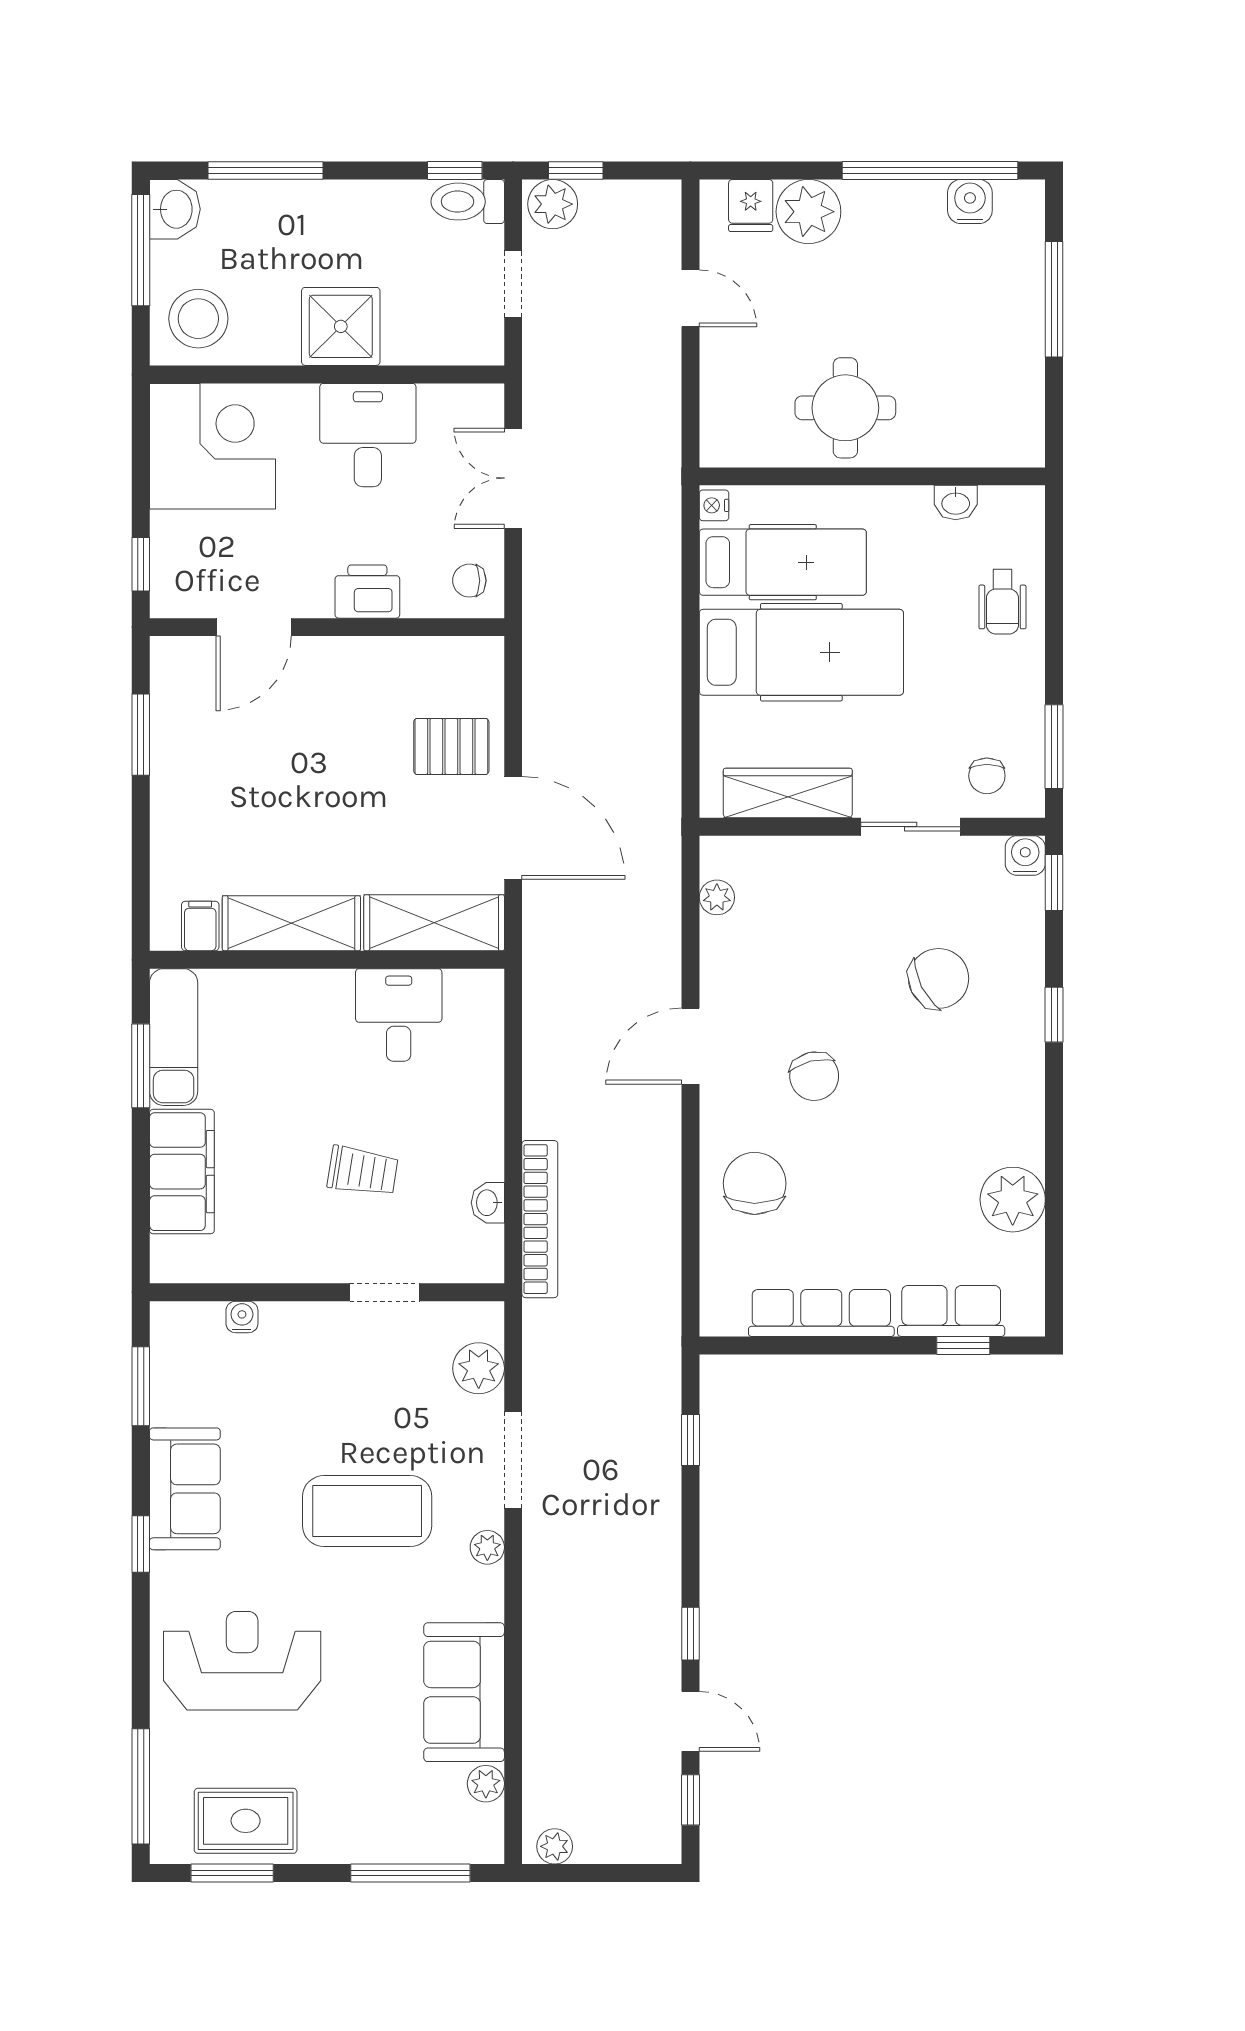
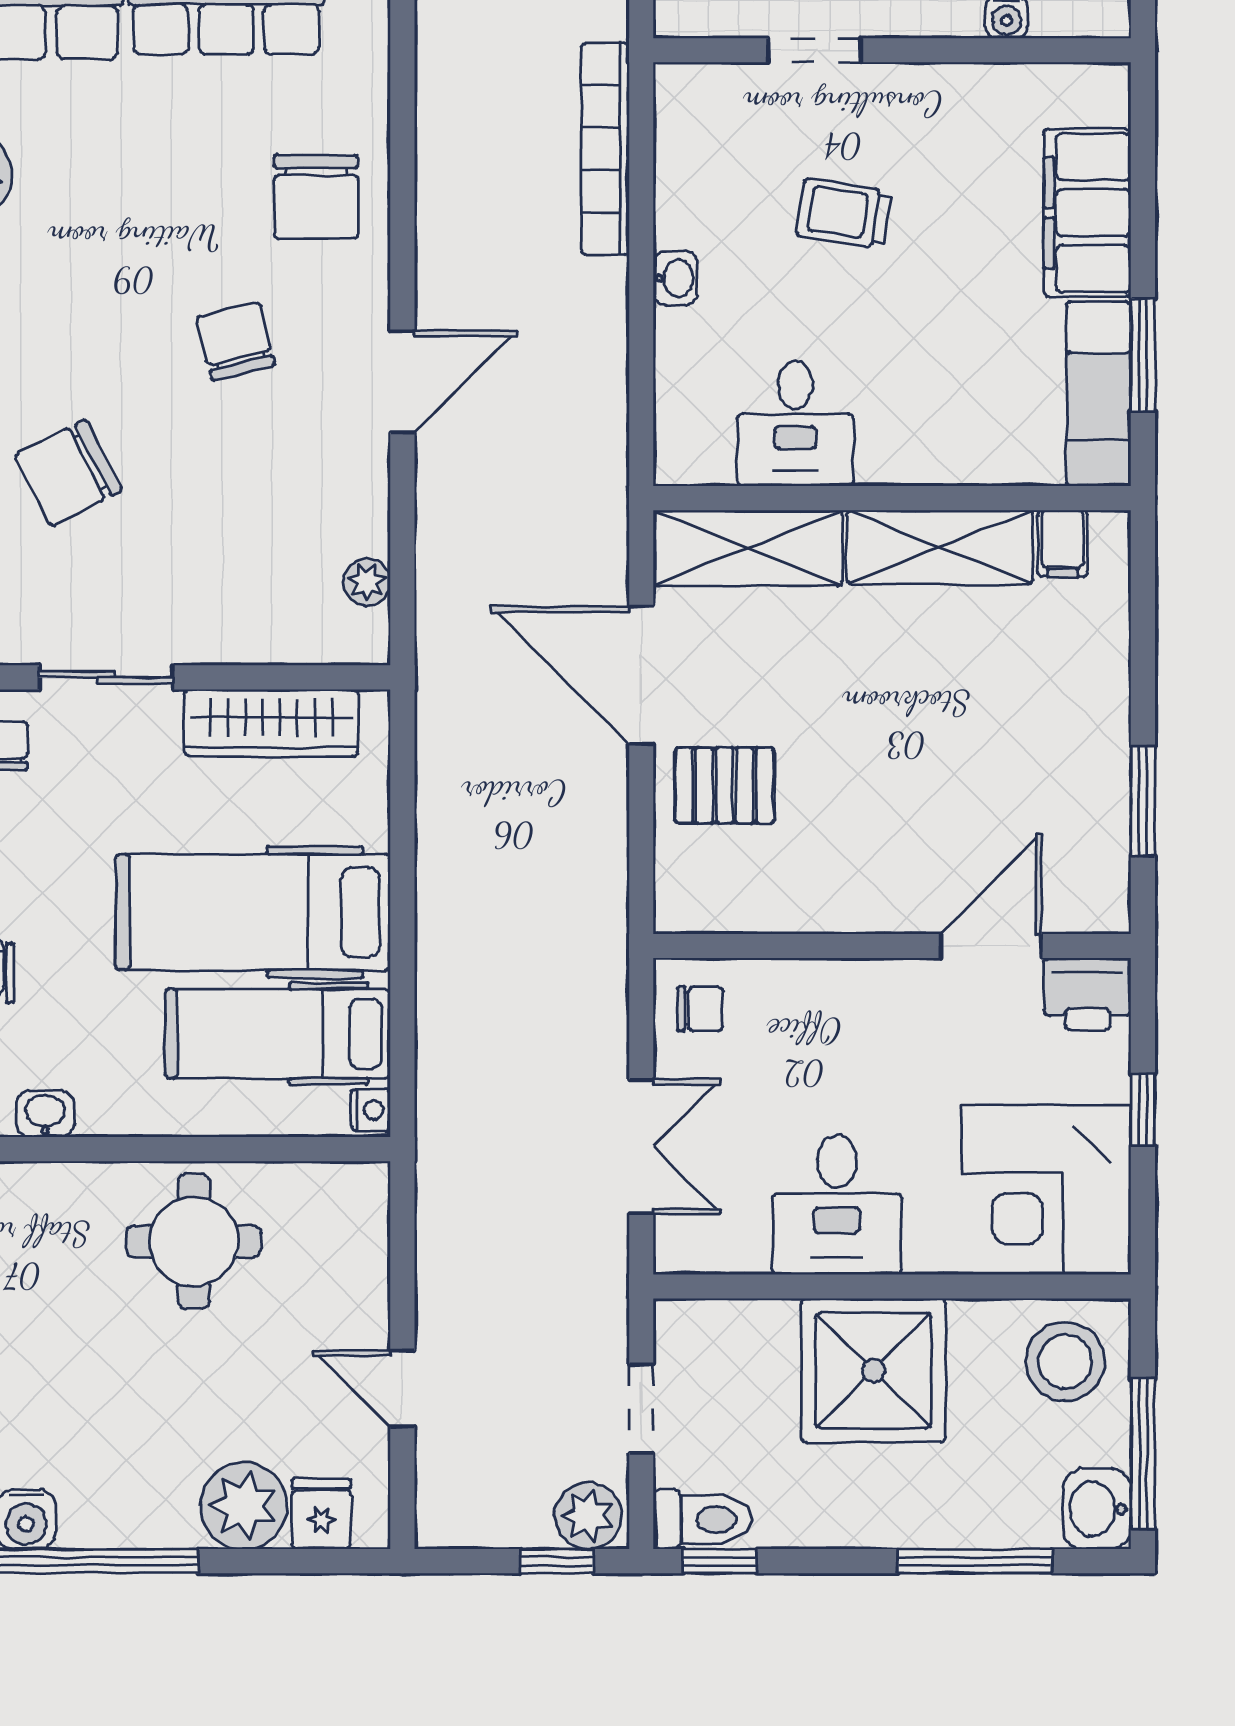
shower: (341, 326) -> (873, 1370), width x1.37, depth x1.37
window: (141, 564) -> (1143, 1110), moved
printer: (367, 592) -> (1087, 994), moved
washbasin: (488, 1203) -> (675, 278), moved

